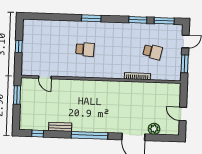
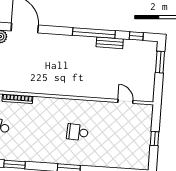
window: (17, 95) -> (160, 62), moved
window: (90, 135) -> (94, 33), moved

